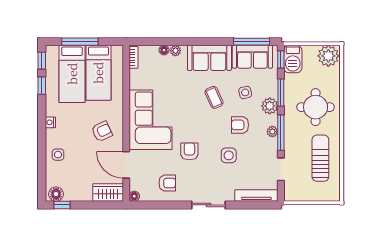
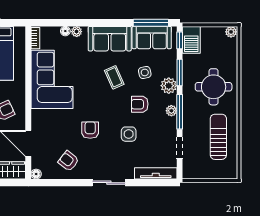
plant: (328, 56) -> (231, 32), width x0.53, depth x0.53
corner sofa: (150, 120) -> (52, 79), moved
armchair: (167, 183) -> (69, 161), turned -142

